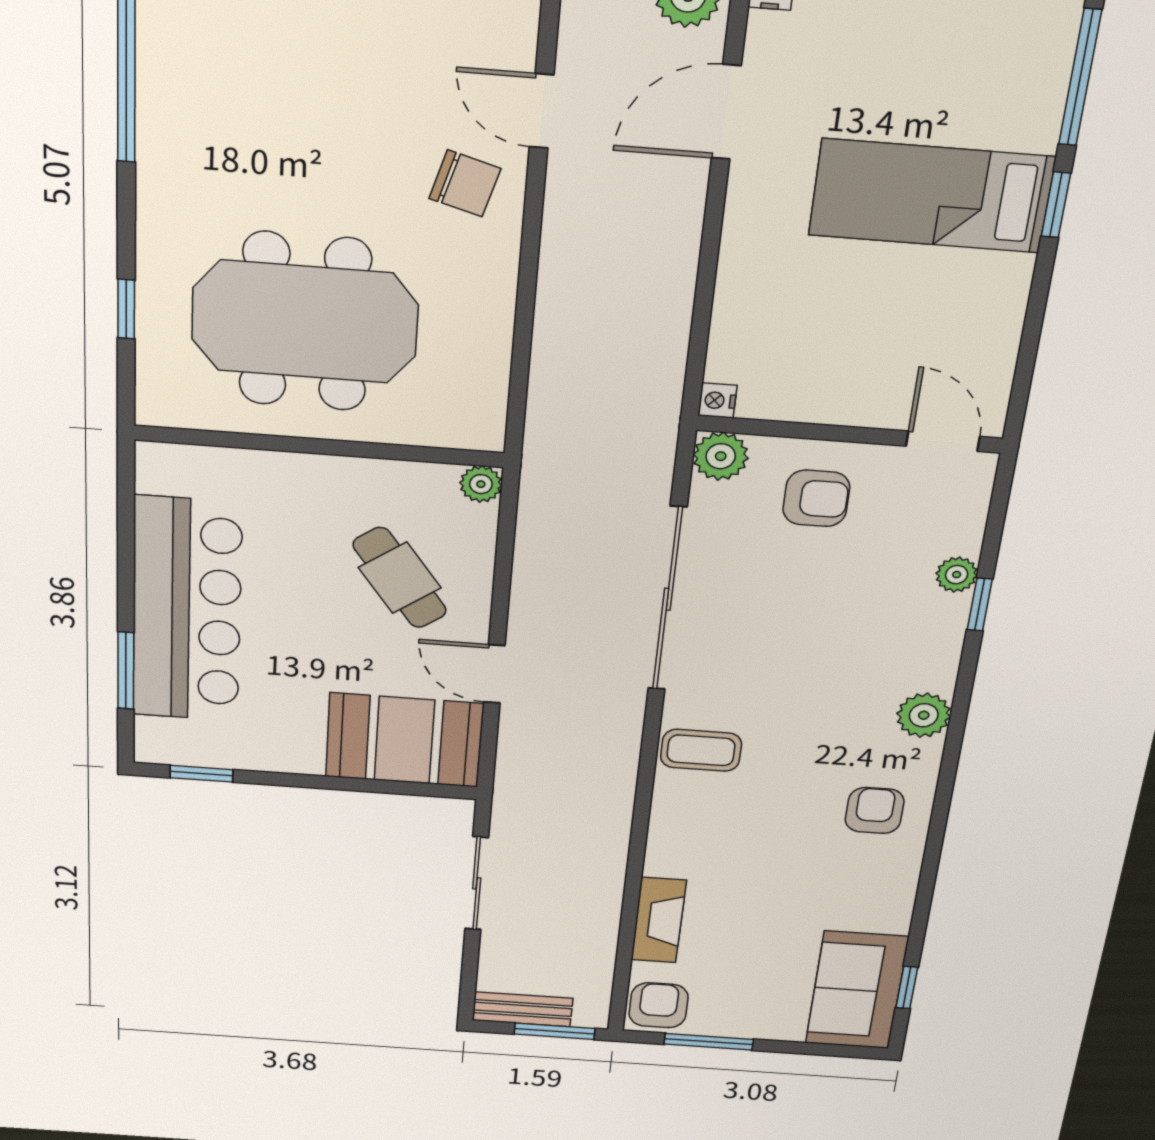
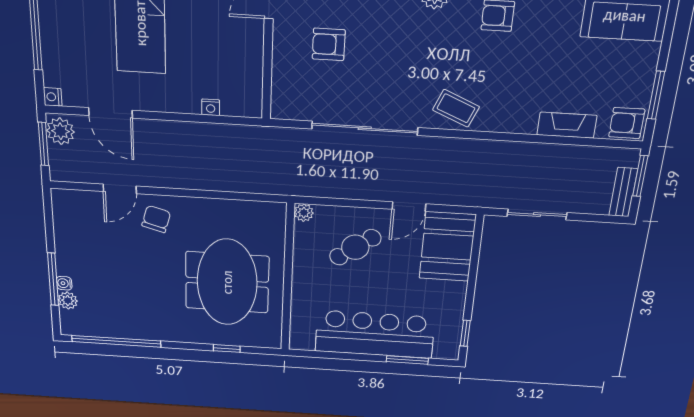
nightstand: (717, 400) -> (211, 107), moved
plant: (721, 456) -> (283, 107), removed
armchair: (816, 498) -> (329, 44), moved, turned -90
coffee table: (701, 750) -> (456, 108), turned -67

